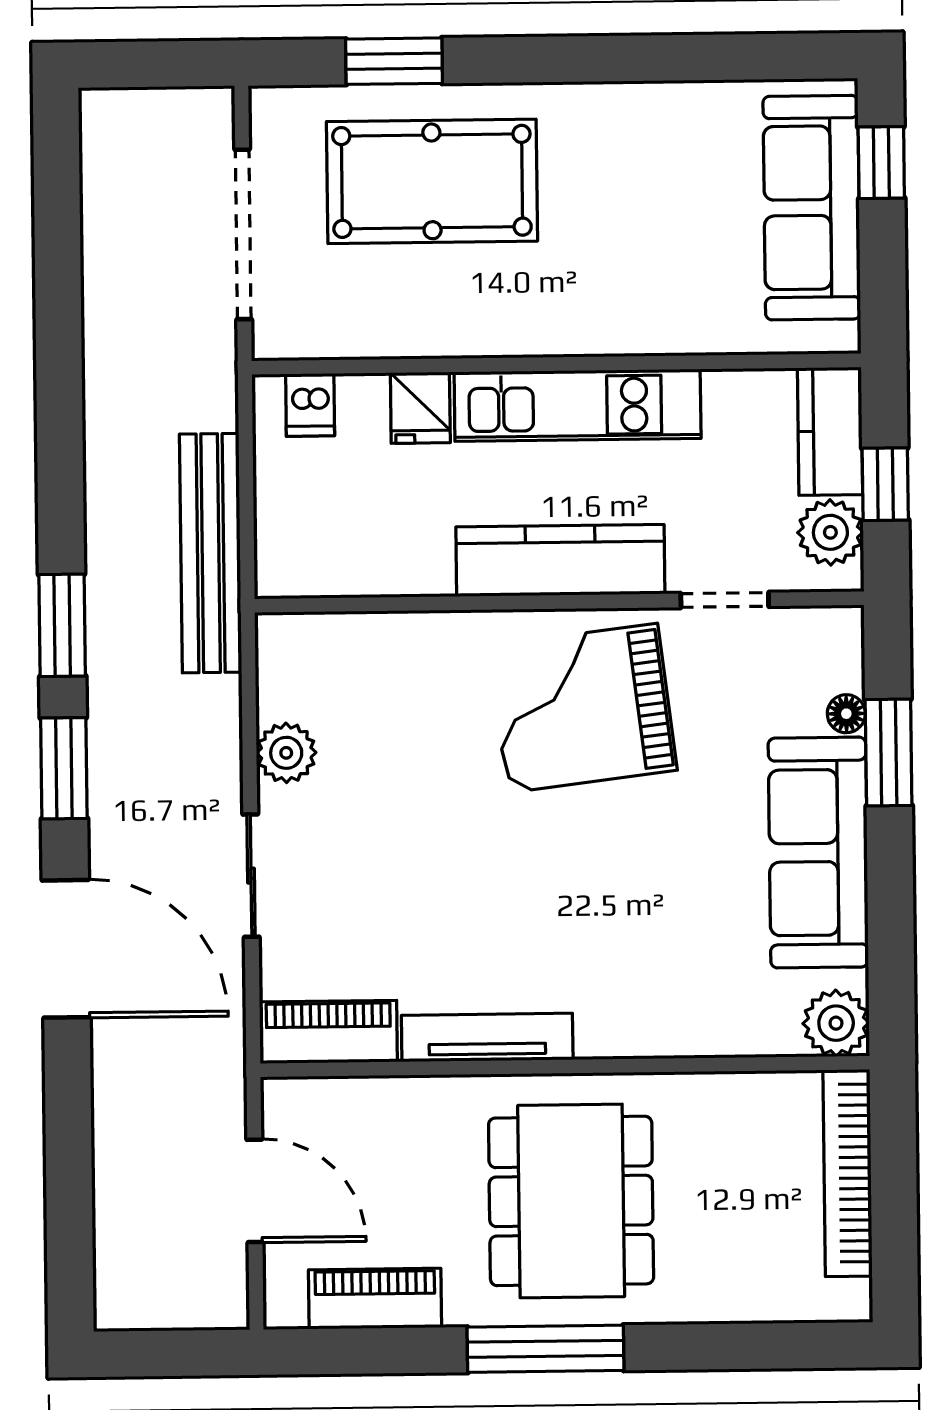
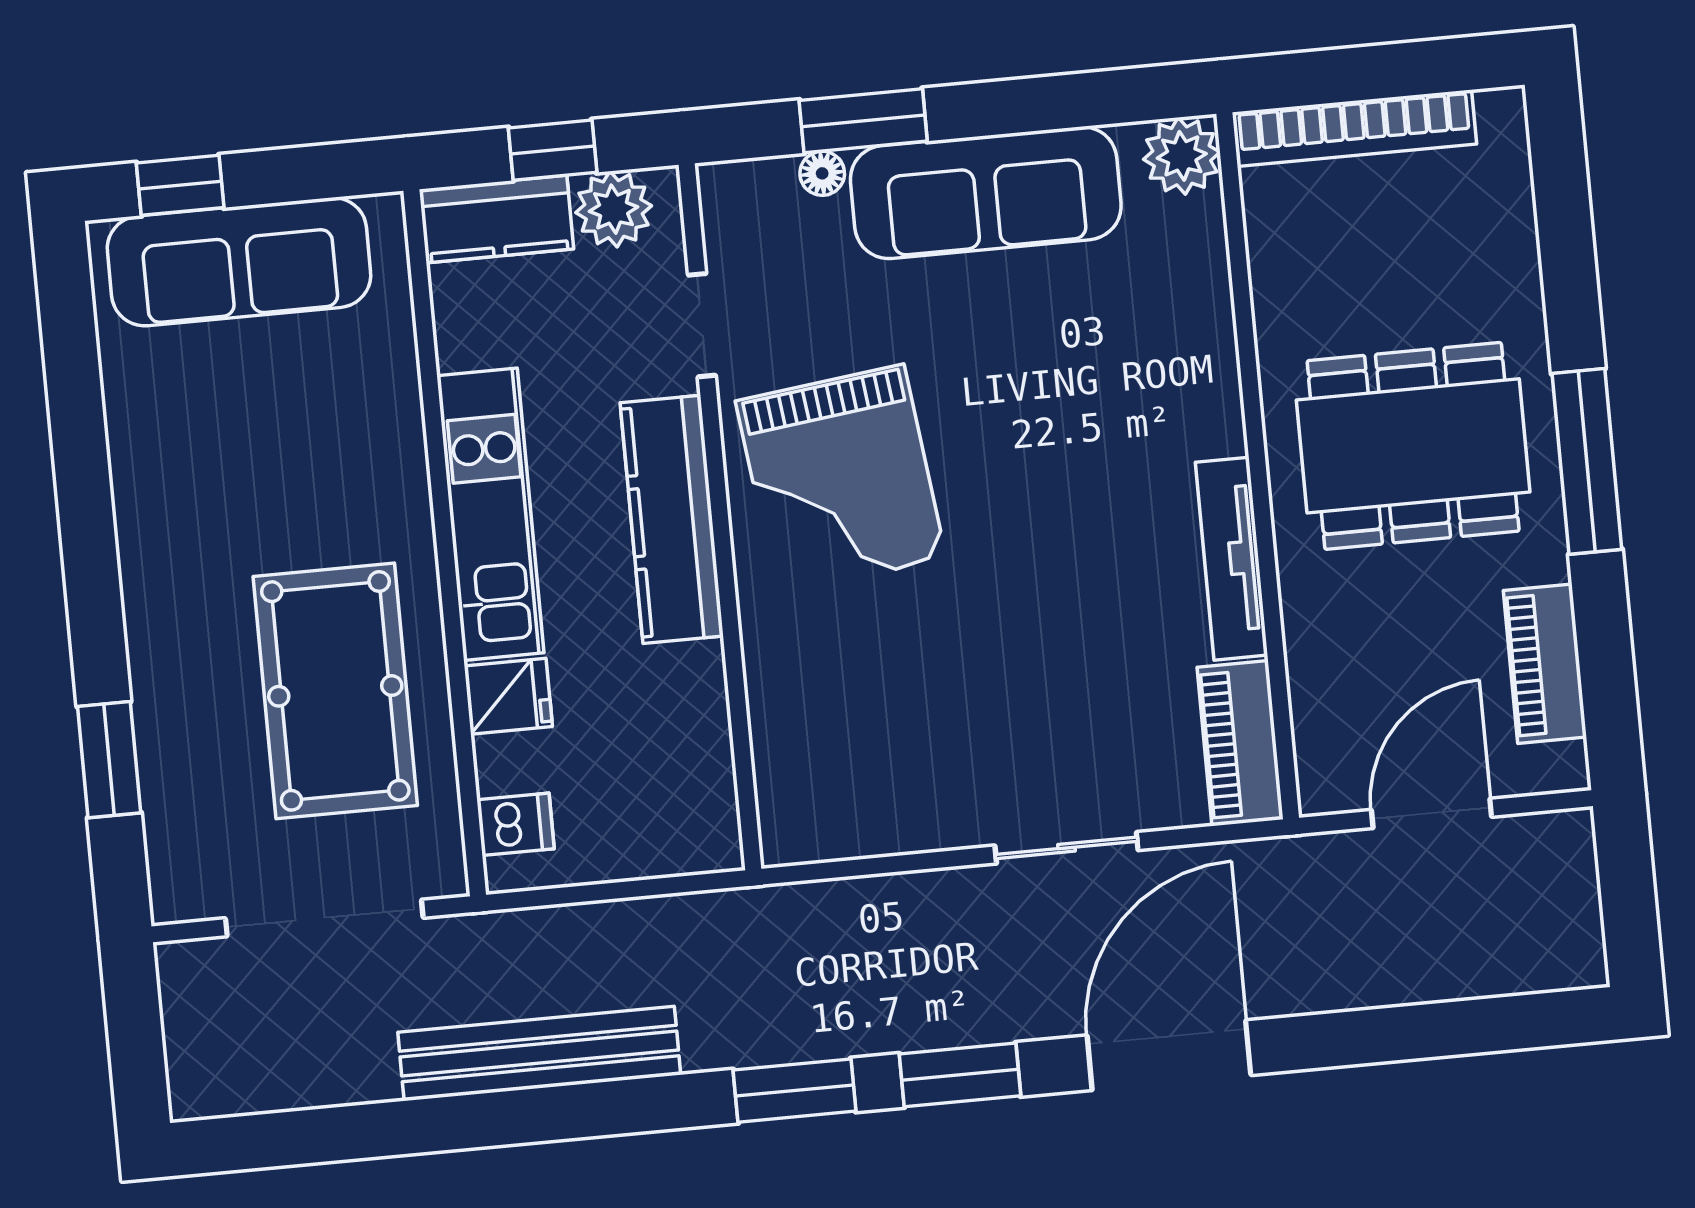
pool table: (432, 181) -> (335, 691), moved
bench: (211, 553) -> (539, 1054), moved
plant: (286, 753) -> (921, 819), removed

